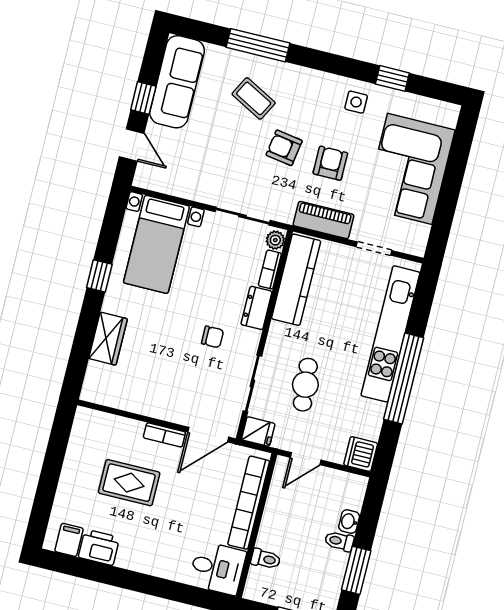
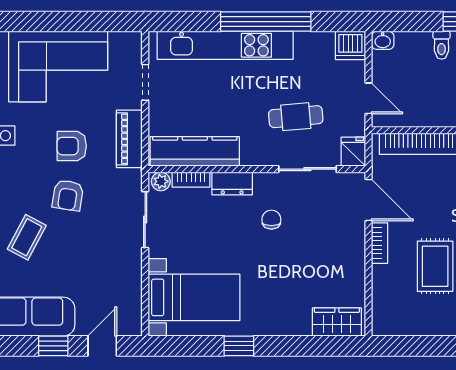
wardrobe: (108, 339) -> (337, 322), moved
washbasin: (349, 521) -> (383, 40), moved

